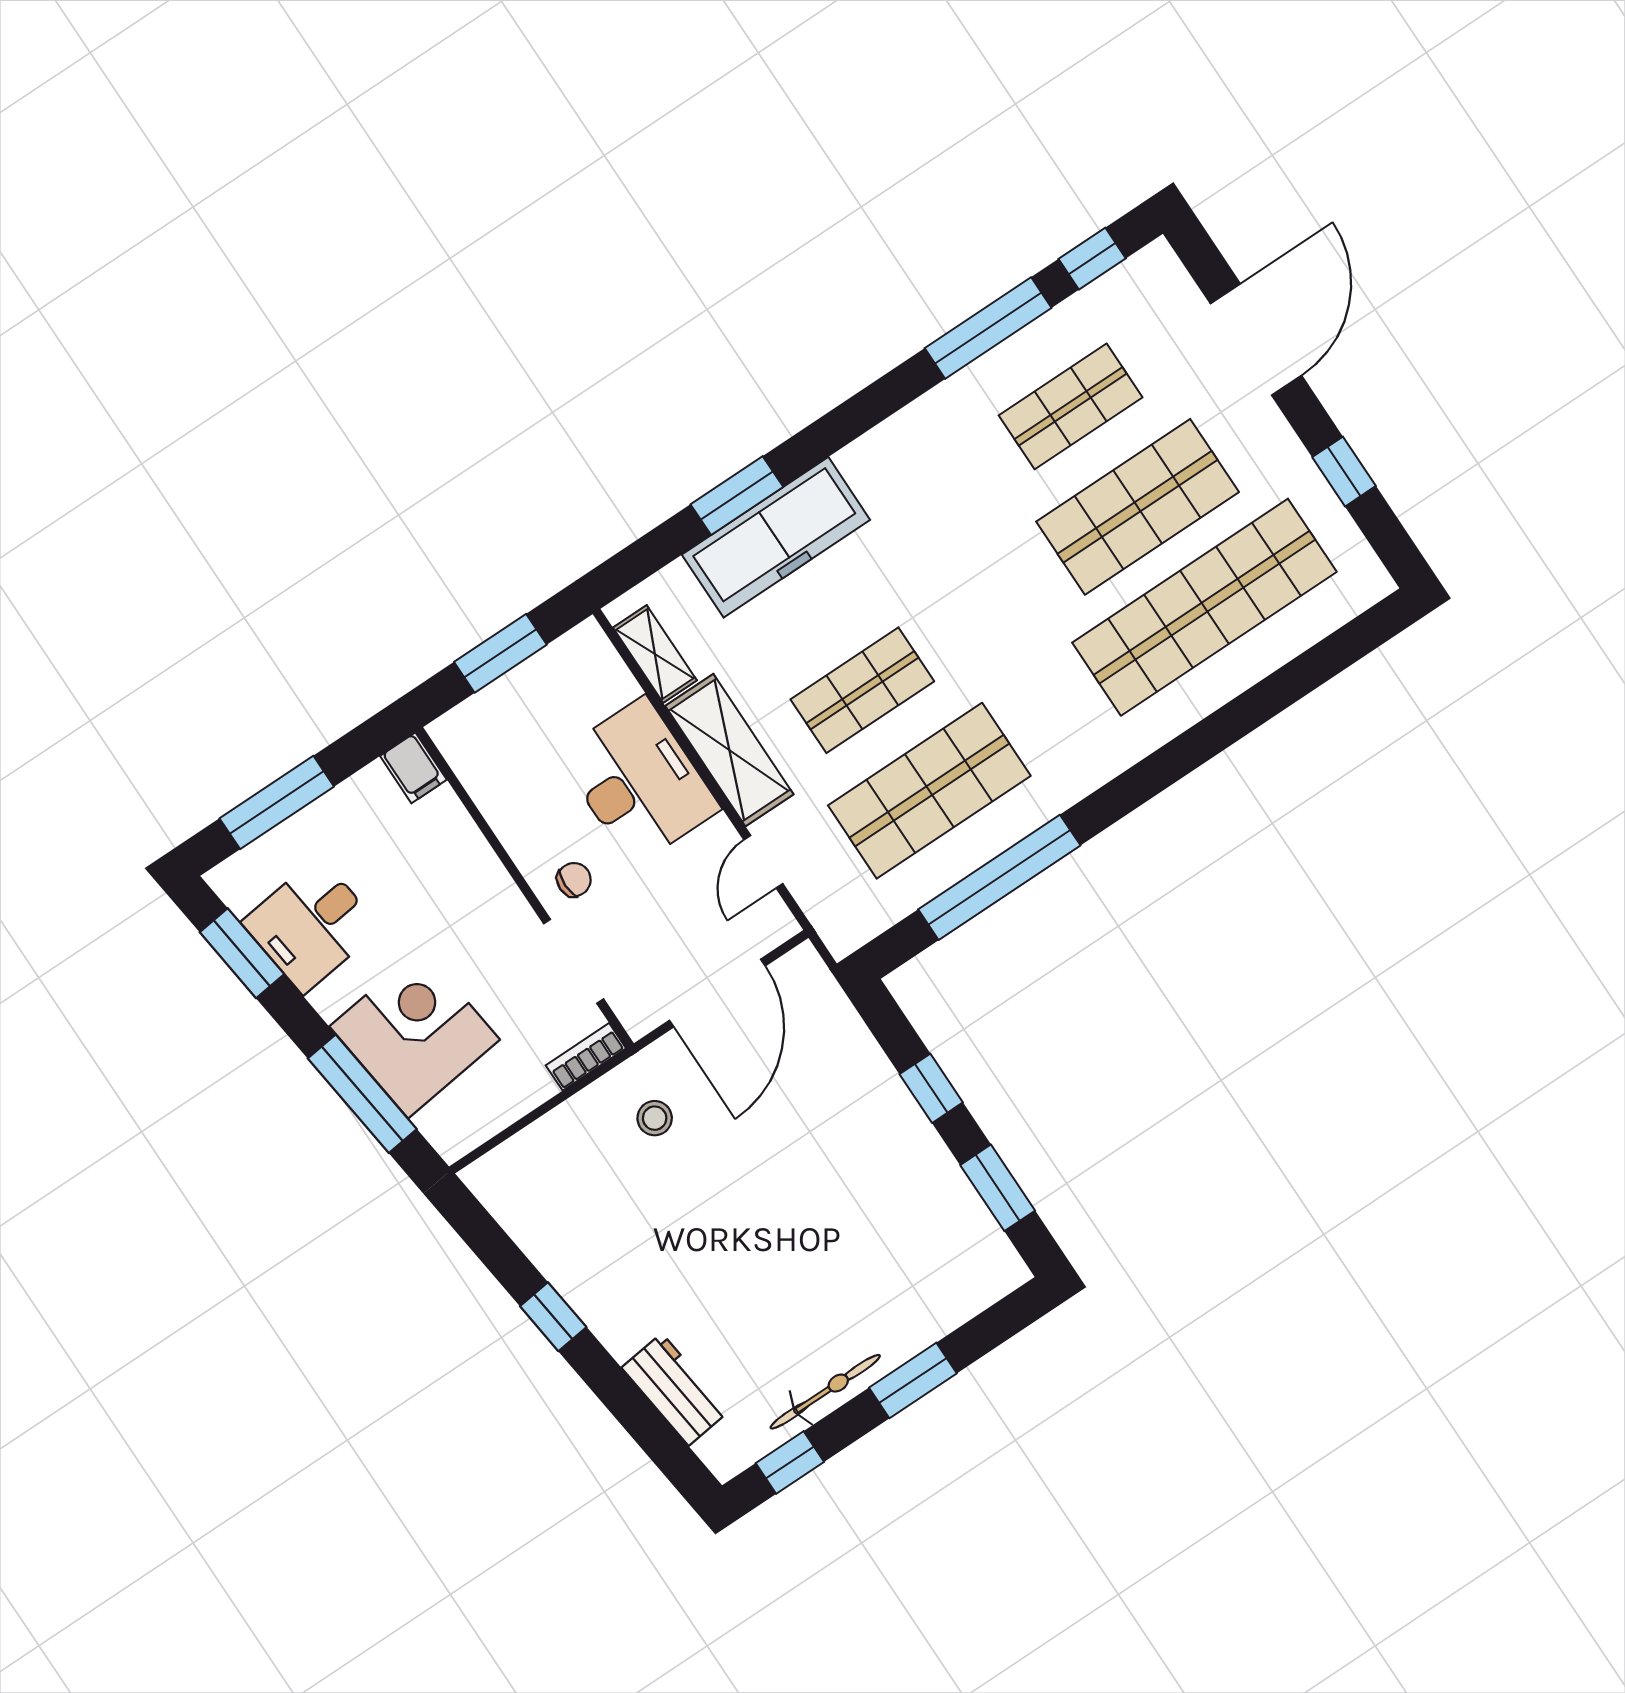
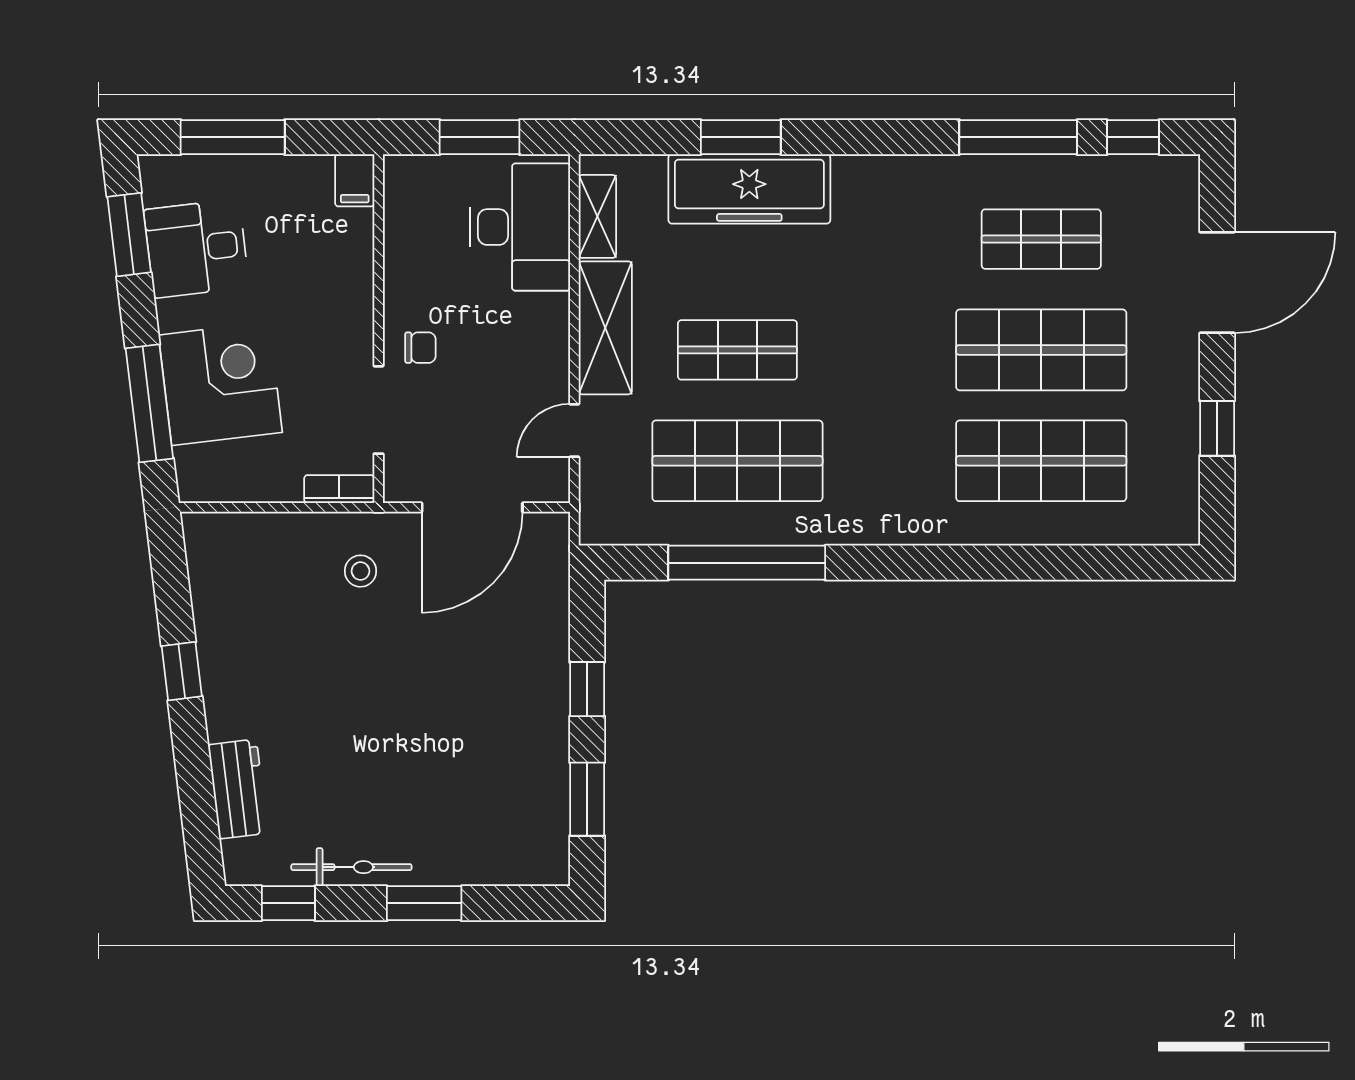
shop shelf: (1204, 607) -> (1041, 461), width x0.71
desk: (639, 782) -> (520, 227), moved

